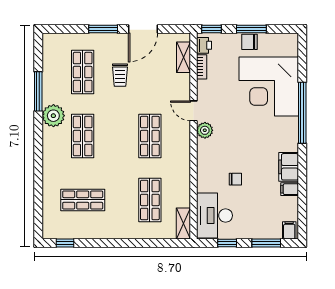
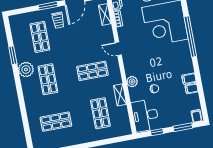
trolley: (120, 75) -> (58, 20), moved
window: (38, 91) -> (13, 55), width x0.69
plant: (205, 130) -> (132, 82), moved
shop shelf: (150, 136) -> (92, 71), turned 90
filing cabinet: (289, 167) -> (189, 79), width x0.50
shelving: (183, 224) -> (120, 95), moved

